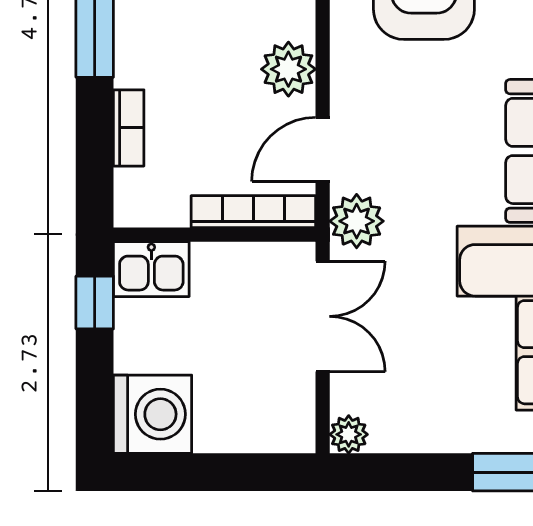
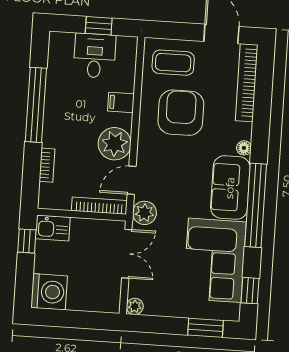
plant: (288, 69) -> (115, 144), width x1.36, depth x1.36

